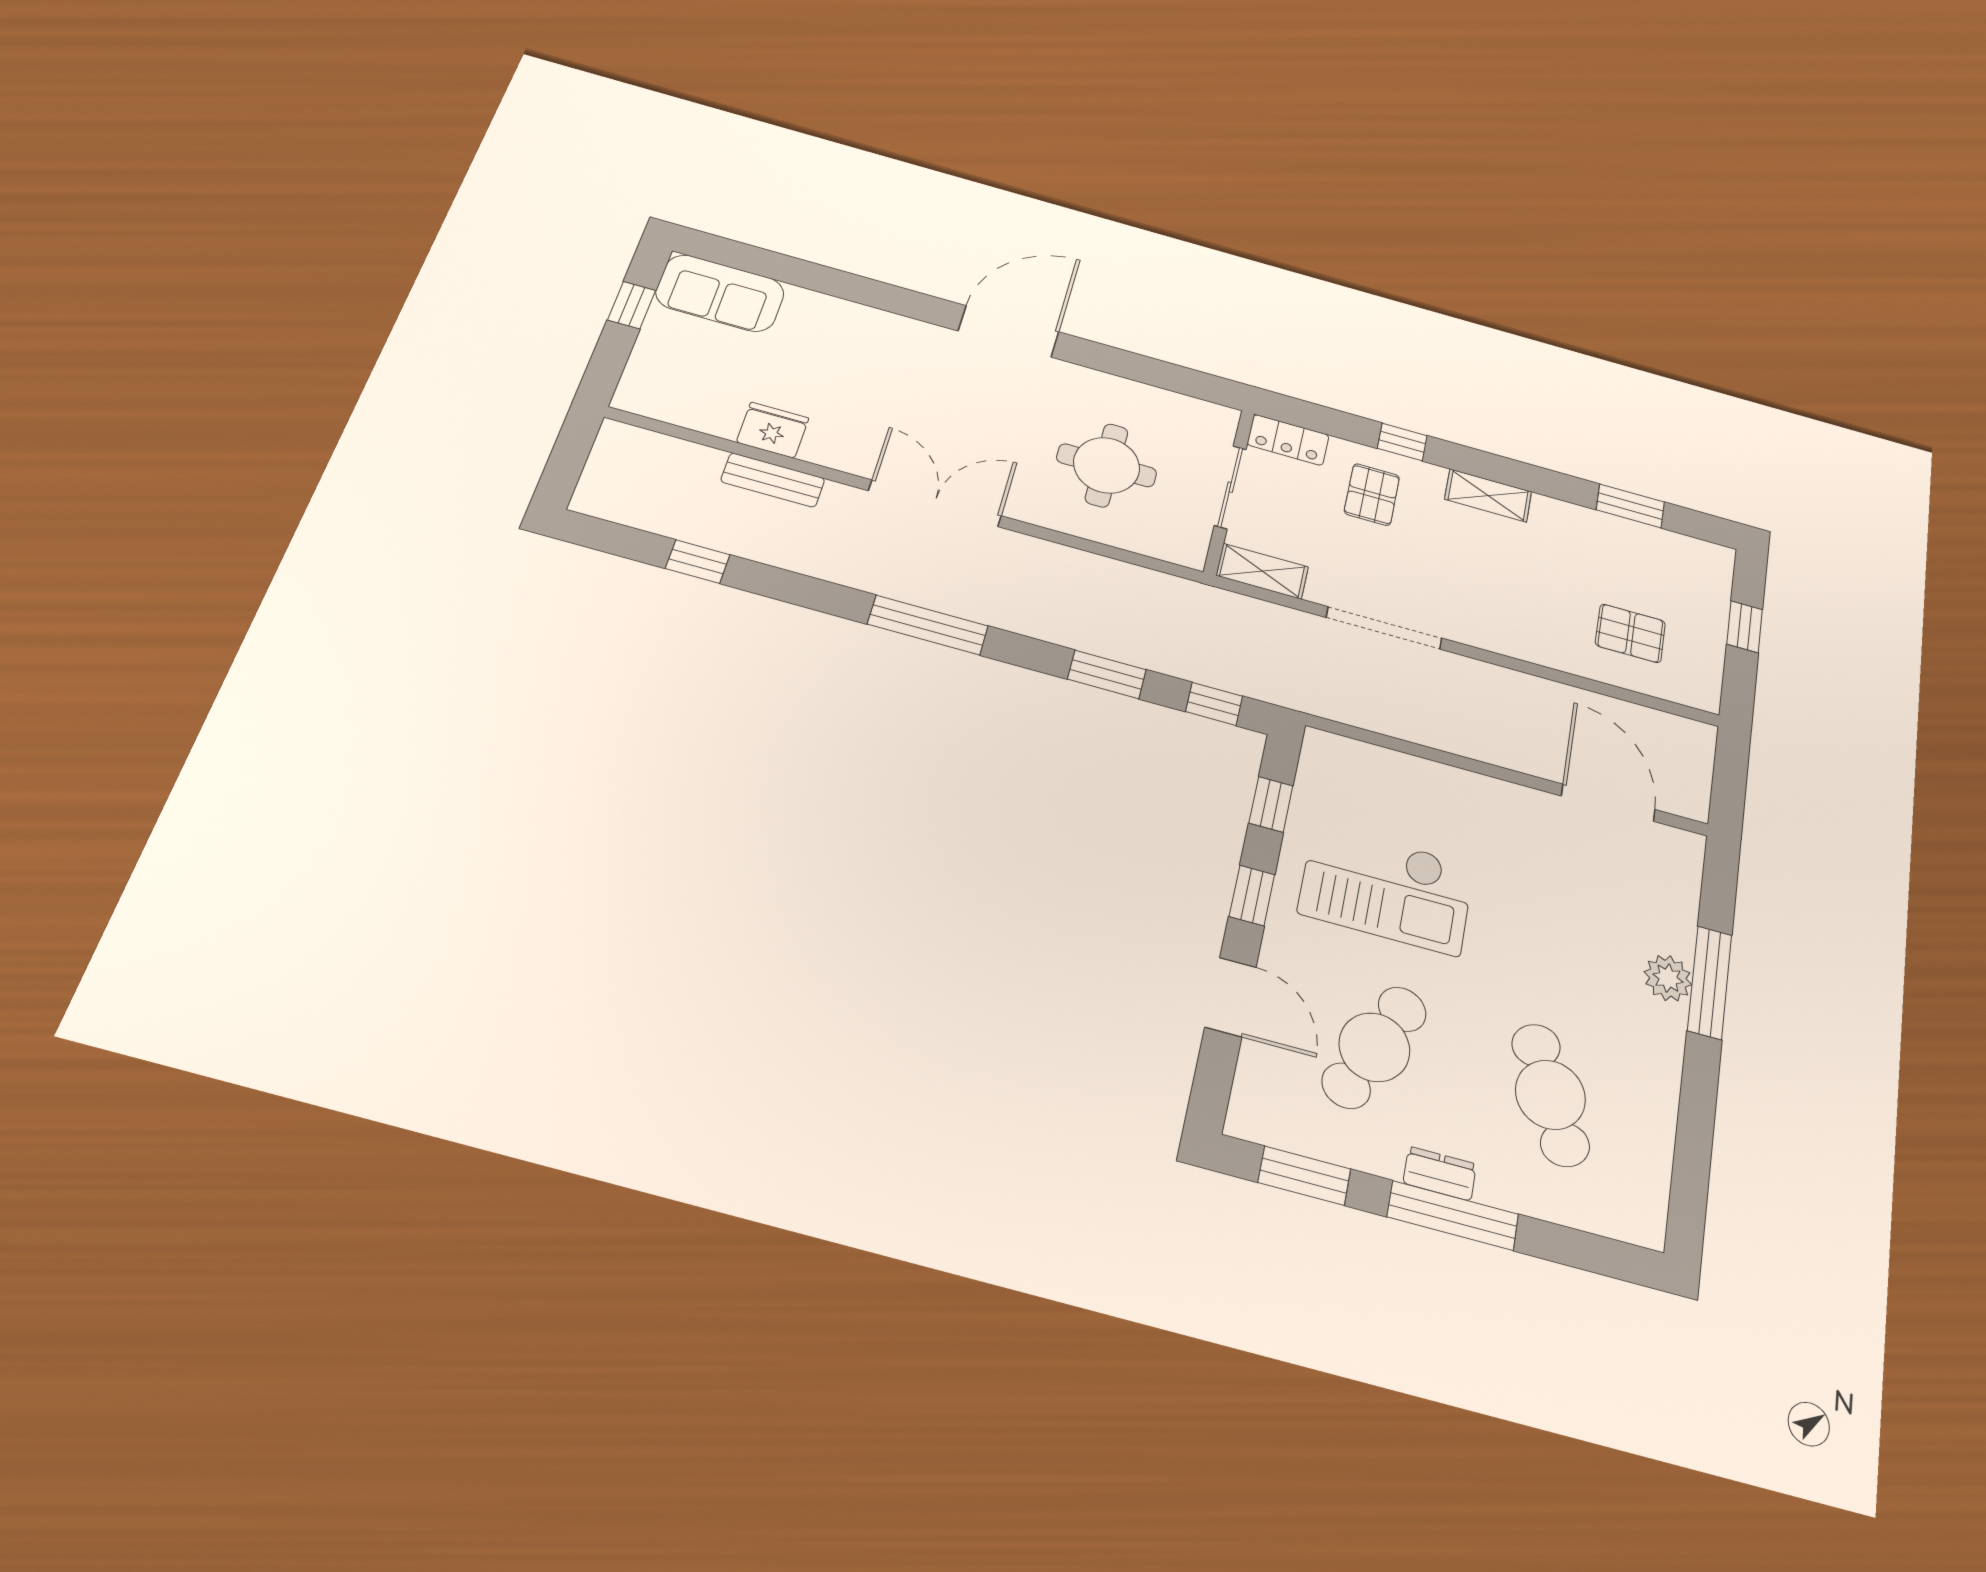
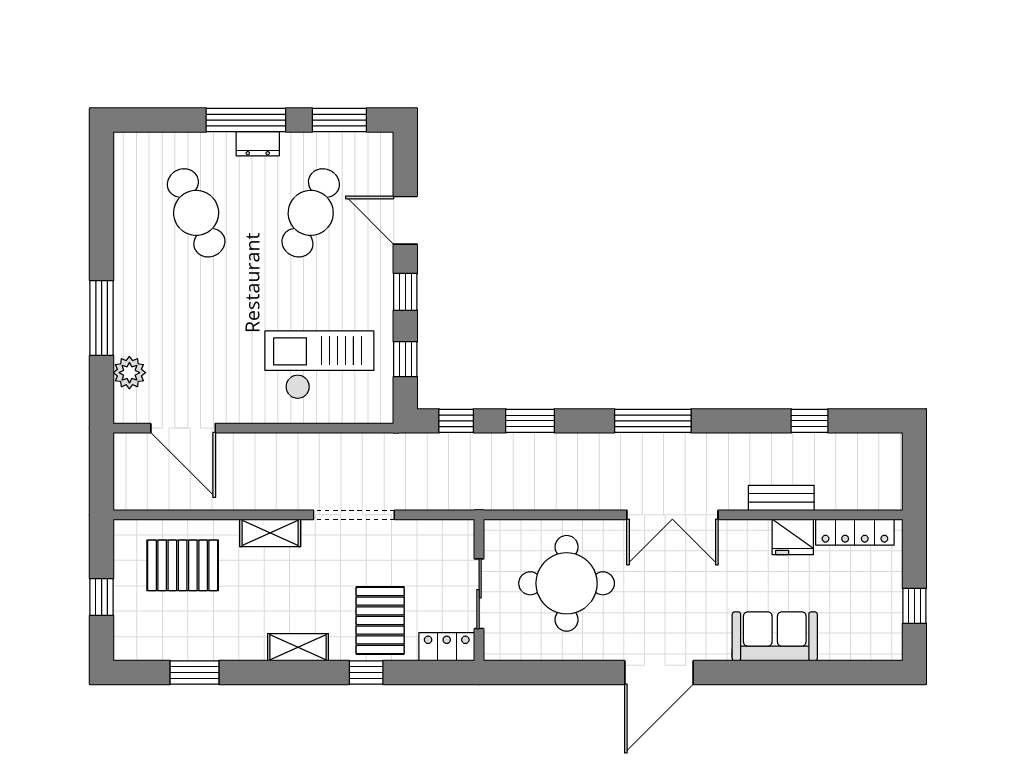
sofa: (720, 293) -> (775, 636), moved
locker: (682, 411) -> (855, 532), added
round table: (1107, 465) -> (567, 583), width x1.36, depth x1.36
pallet: (1372, 495) -> (380, 620), width x1.50, depth x1.42
shelving: (1262, 571) -> (270, 533), moved
pallet: (1630, 633) -> (183, 565), width x1.50, depth x1.42
checkout: (1386, 889) -> (319, 365), moved
plant: (1668, 978) -> (129, 373), moved

